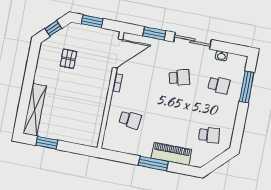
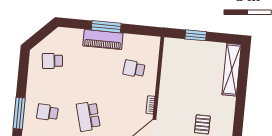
school desk: (179, 77) -> (88, 116), width x1.85
window: (47, 143) -> (196, 35), moved
piano: (171, 154) -> (103, 40), moved

